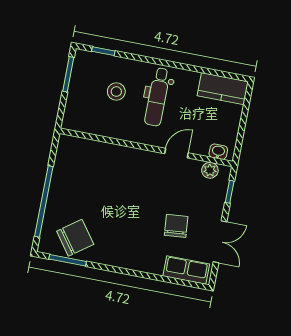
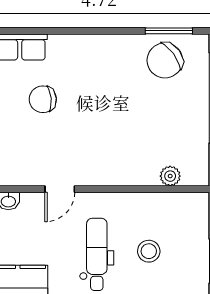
plant: (210, 170) -> (170, 176), moved
chair: (176, 226) -> (43, 99), turned 90

